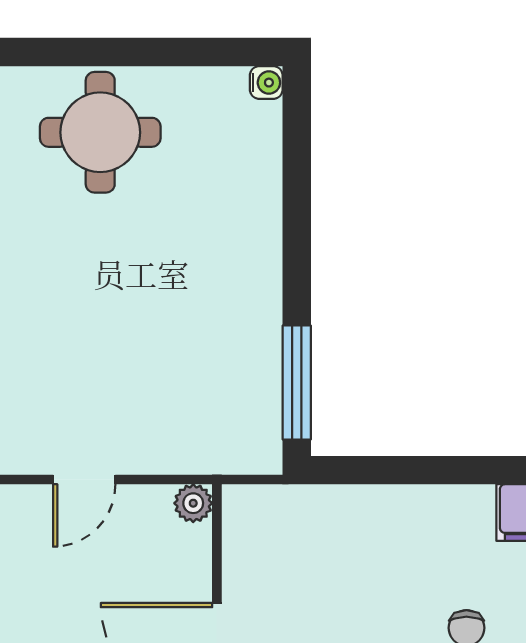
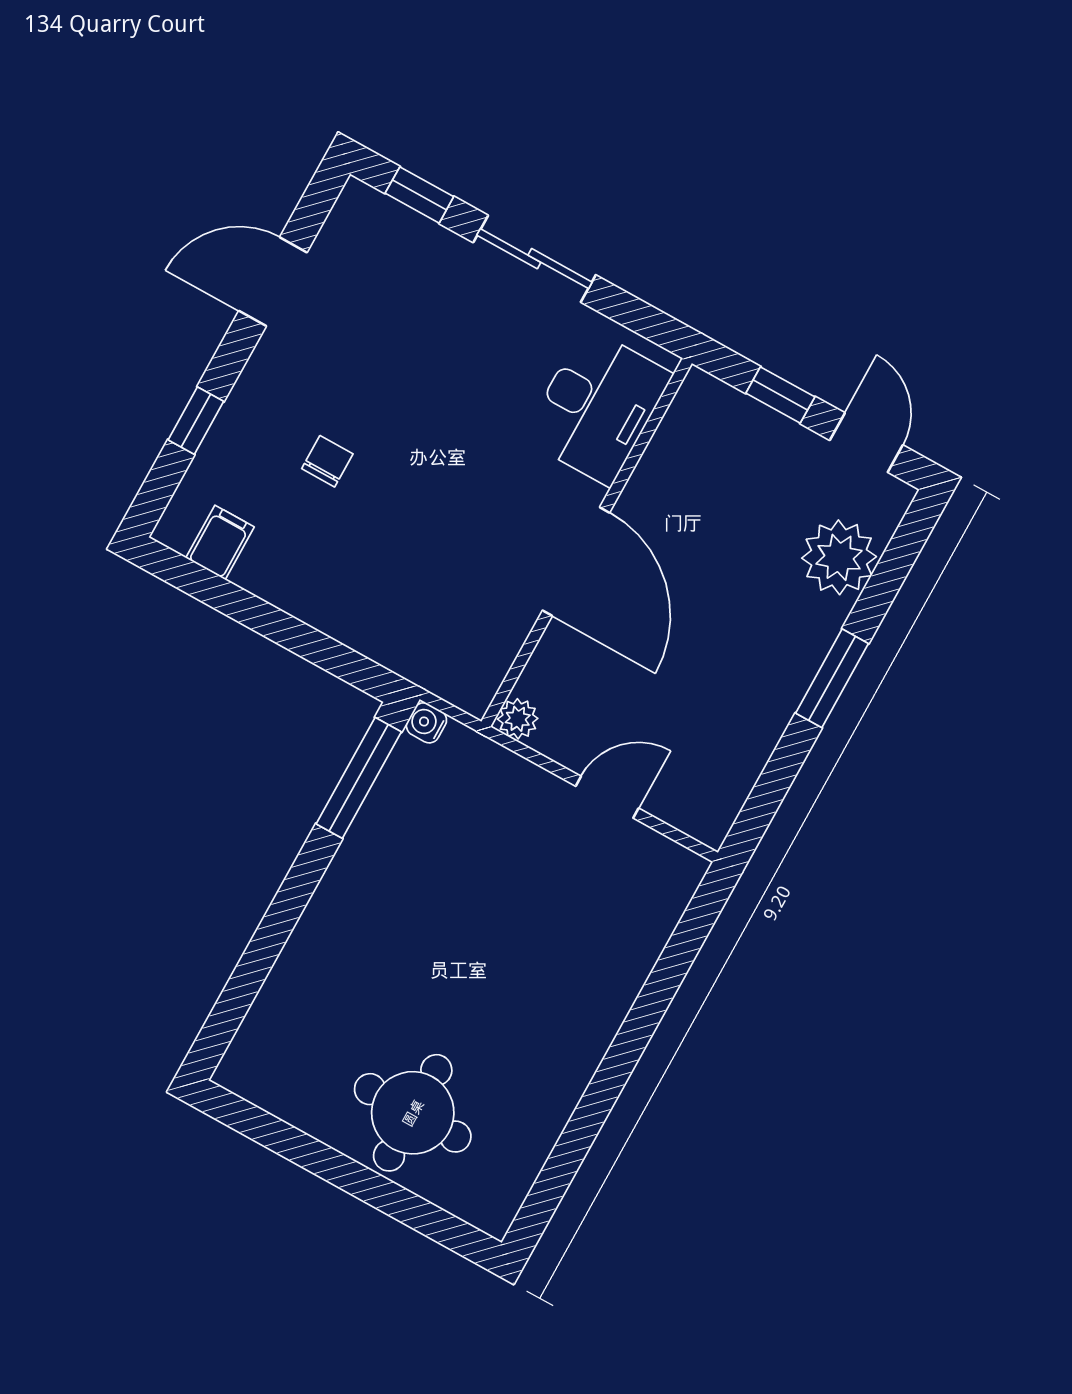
water cooler: (266, 83) -> (426, 723), moved

